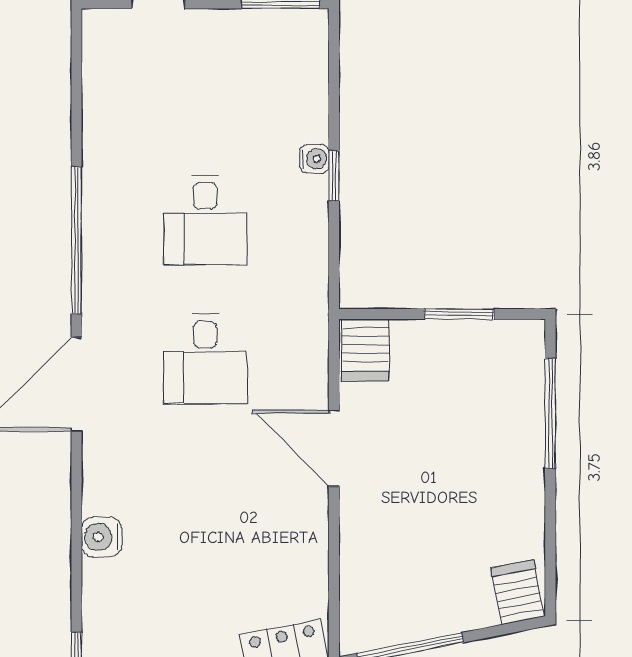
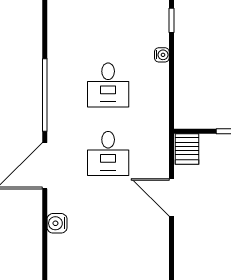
window: (334, 176) -> (171, 20), moved
water cooler: (102, 537) -> (57, 223), moved

